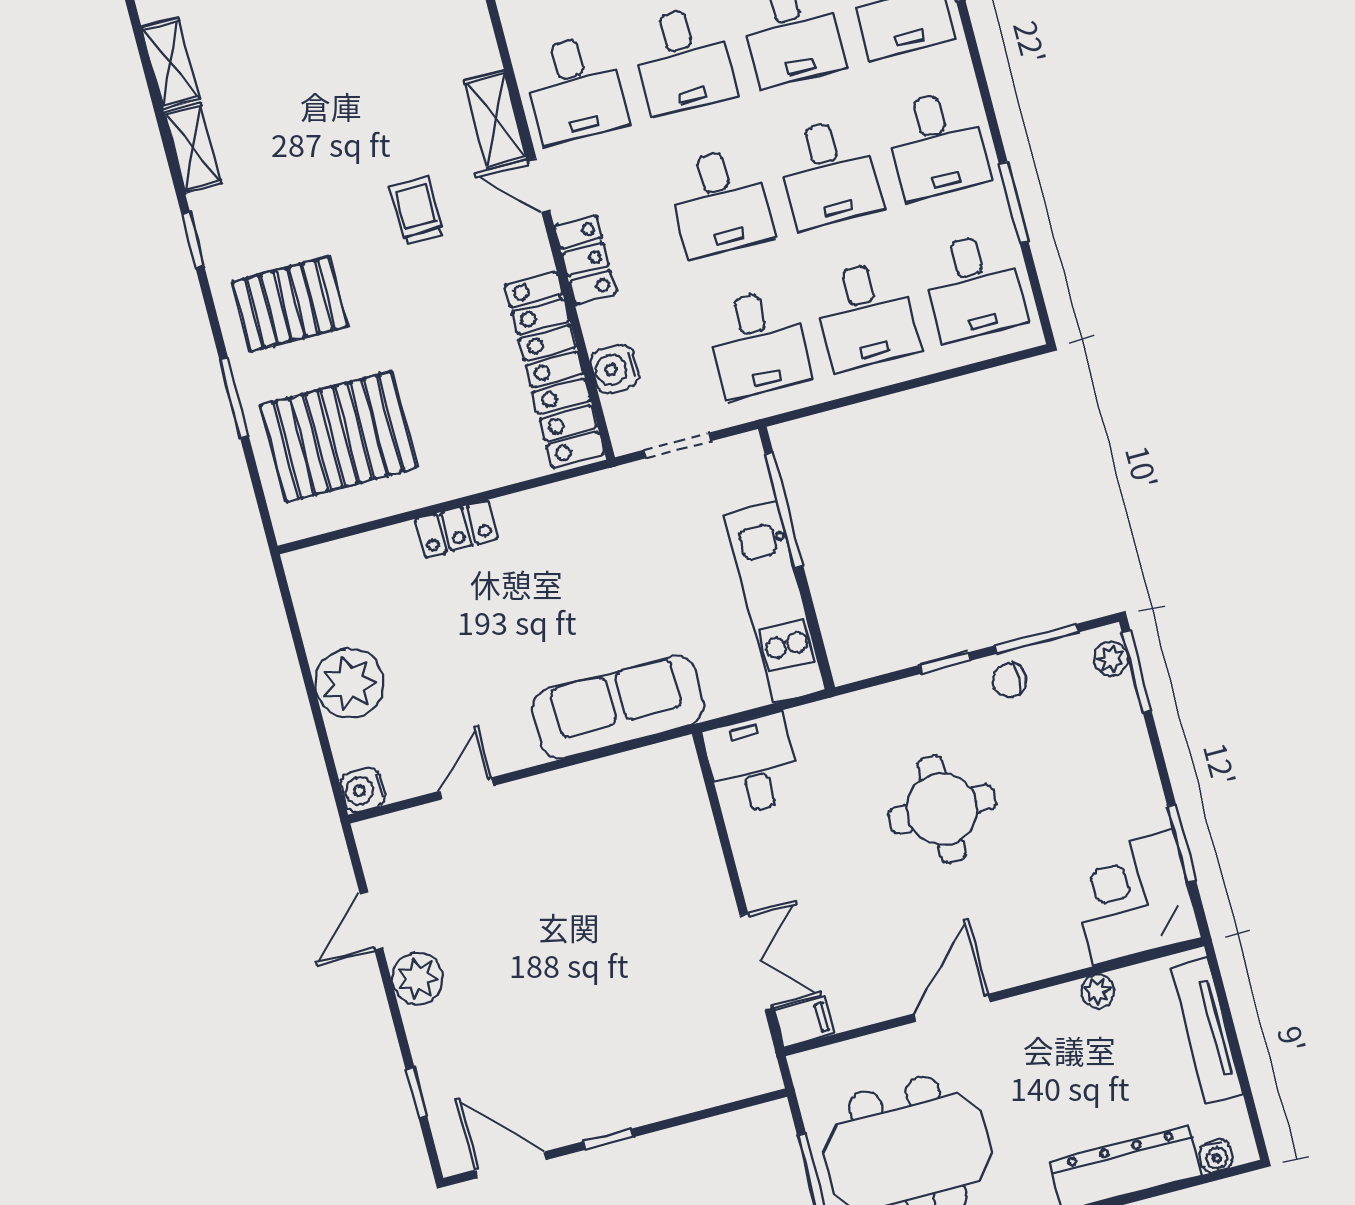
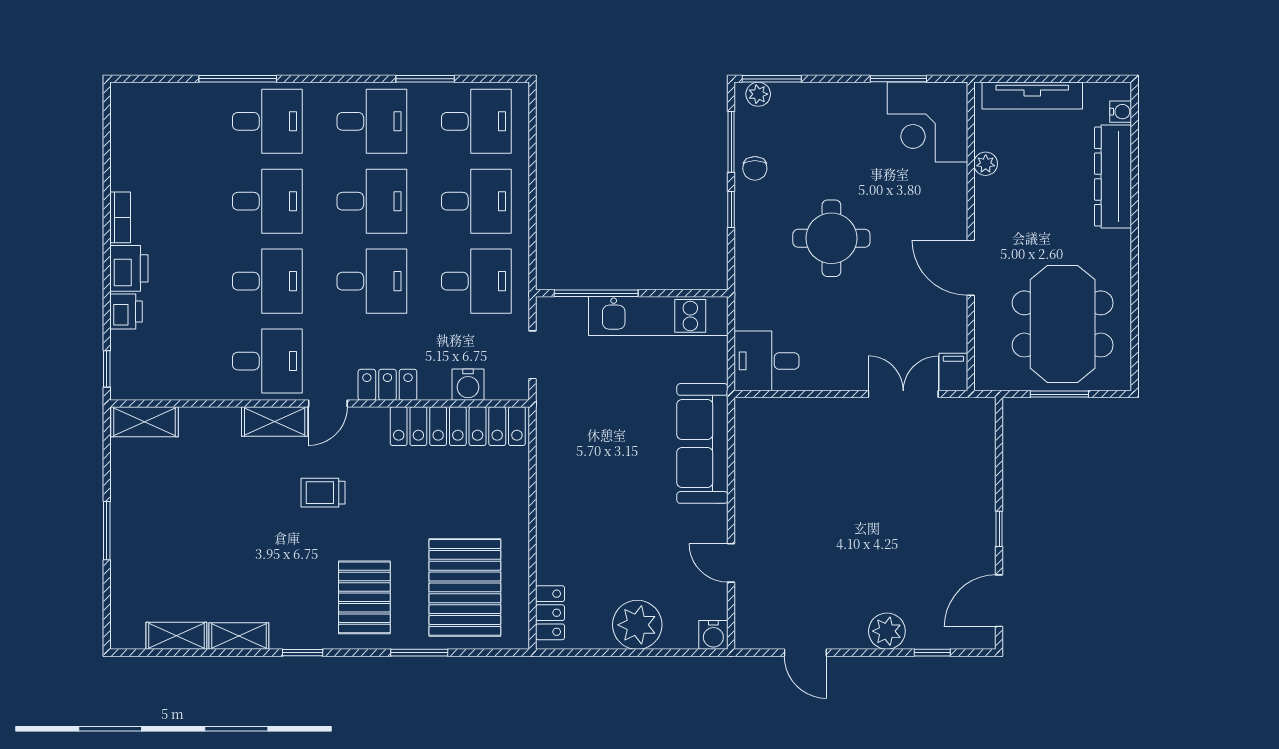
locker: (457, 529) -> (550, 613), moved
plant: (417, 979) -> (887, 631), moved

